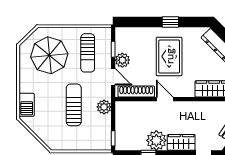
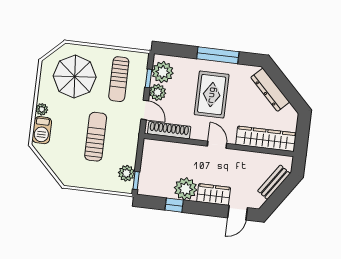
window: (170, 22) -> (218, 55), width x2.17
plant: (125, 42) -> (163, 72), added
plant: (24, 87) -> (42, 109), added
door: (165, 99) -> (217, 145), moved
plant: (104, 107) -> (126, 173), moved

